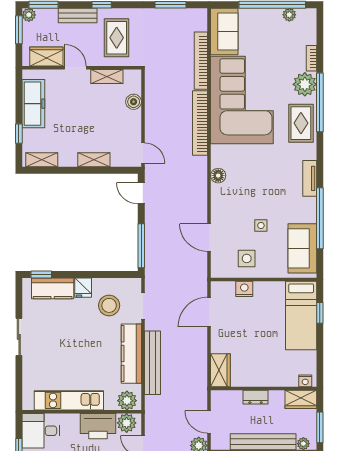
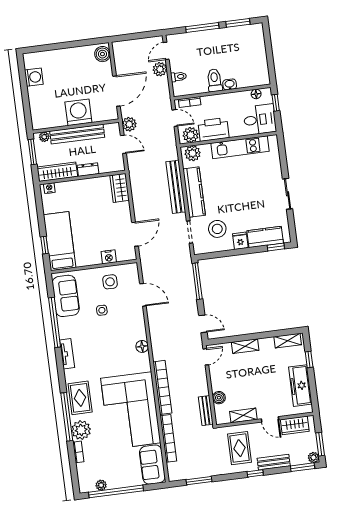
bench: (151, 88) -> (206, 411), added
door: (143, 153) -> (206, 357), swing flipped
wardrobe: (301, 399) -> (57, 172), width x1.50

